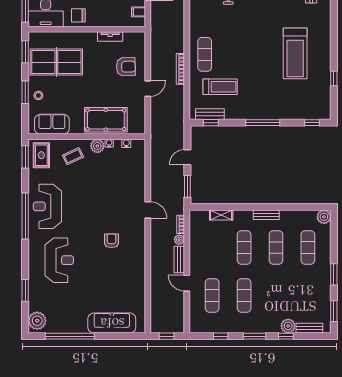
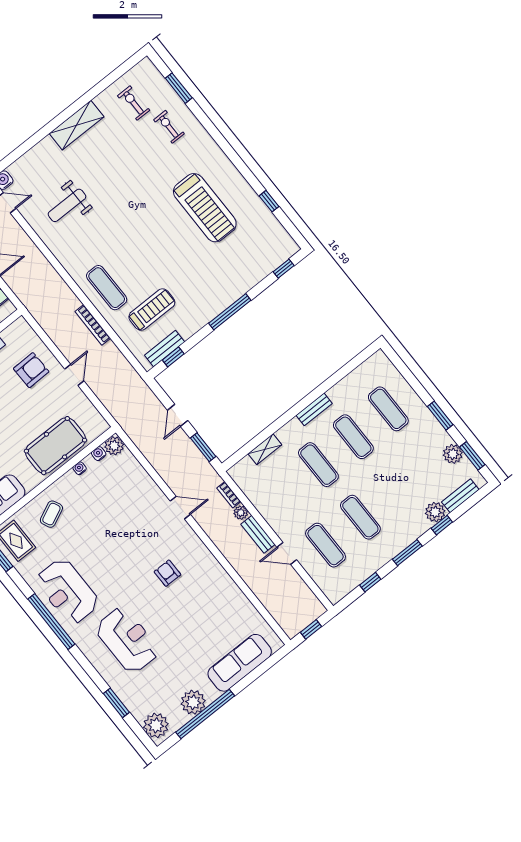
plant: (97, 146) -> (114, 446), moved
plant: (324, 217) -> (453, 454), moved
plant: (68, 324) -> (193, 702), added

